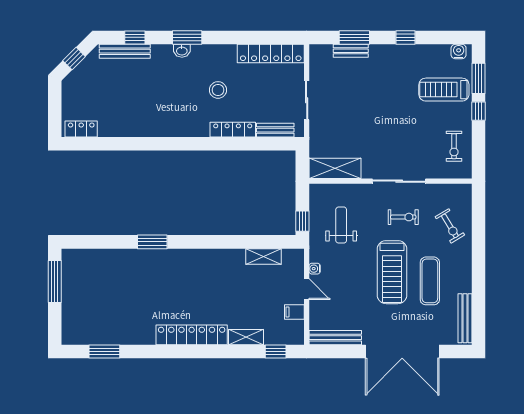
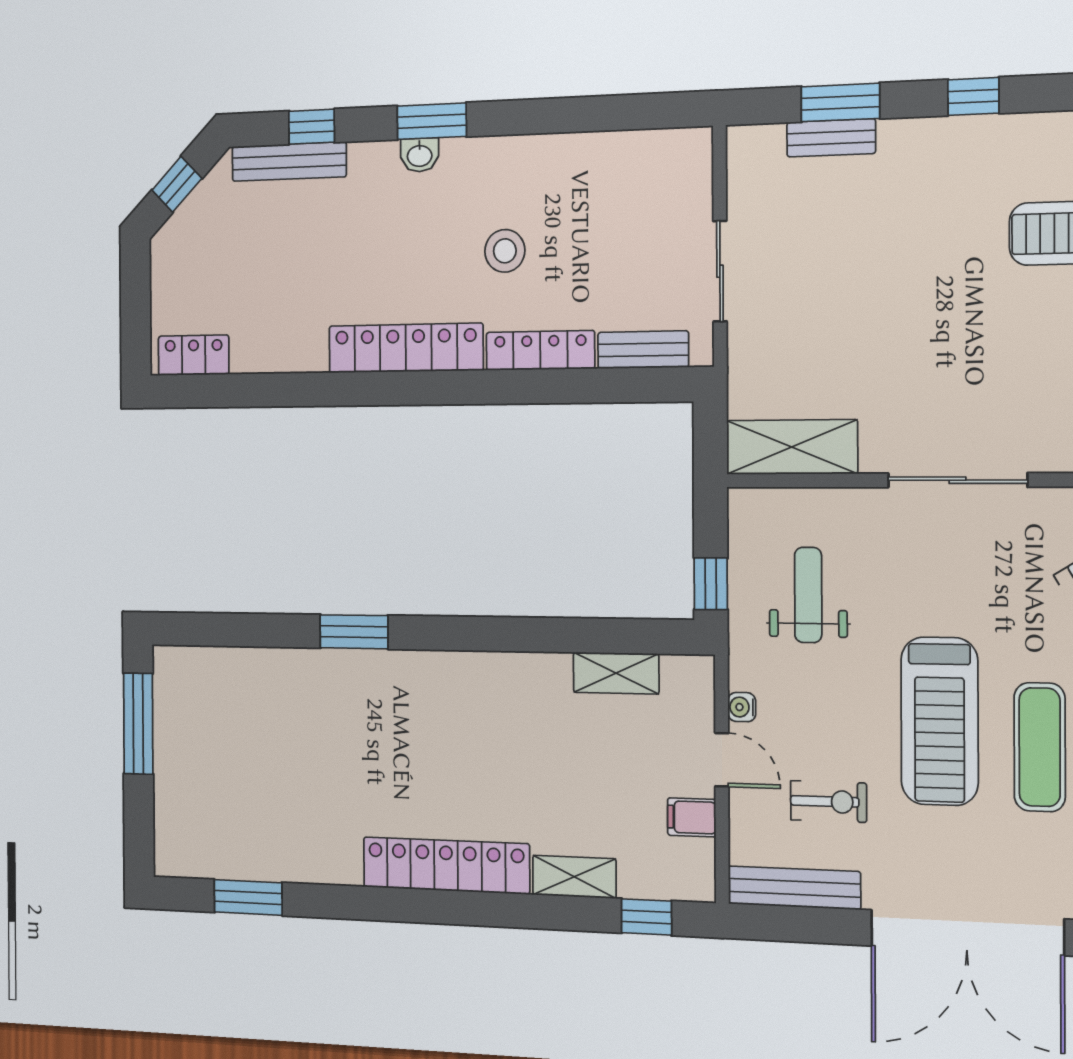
locker: (271, 53) -> (406, 348), moved, turned 180
exercise bike: (403, 217) -> (829, 802), moved

